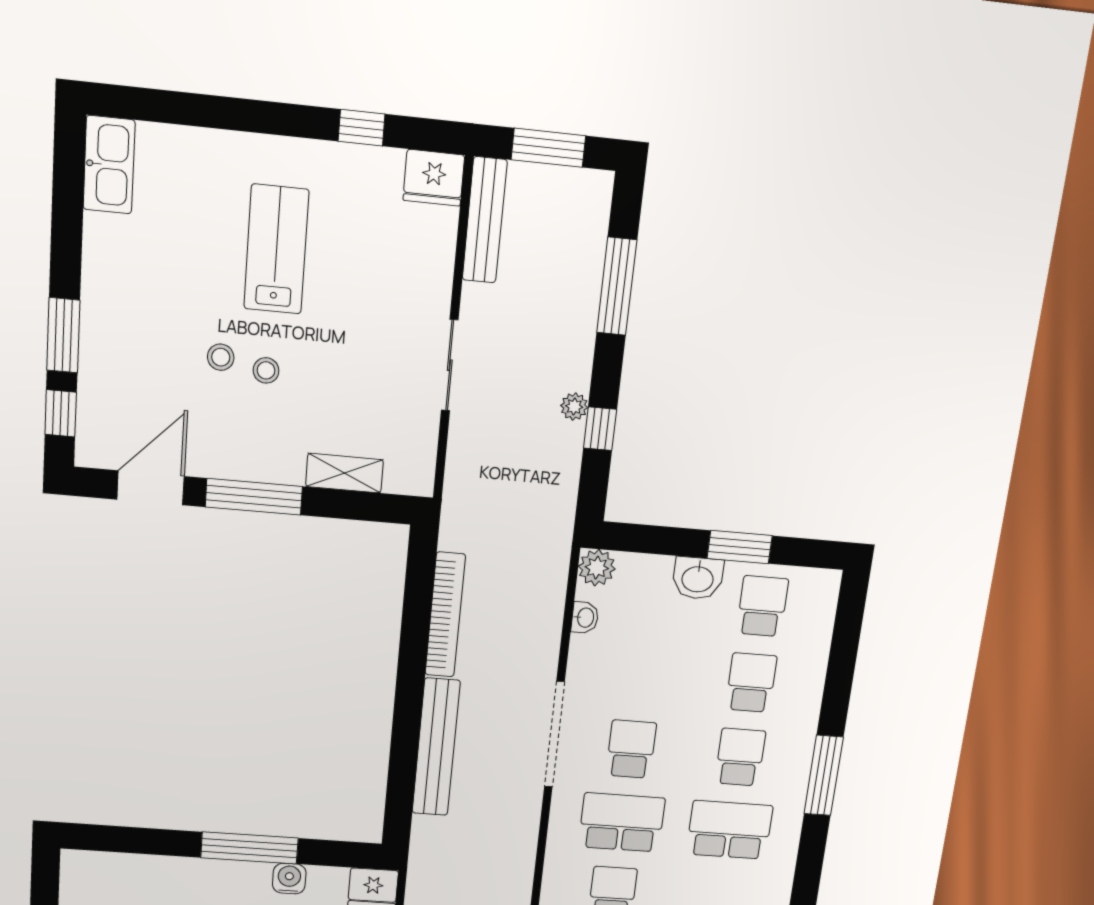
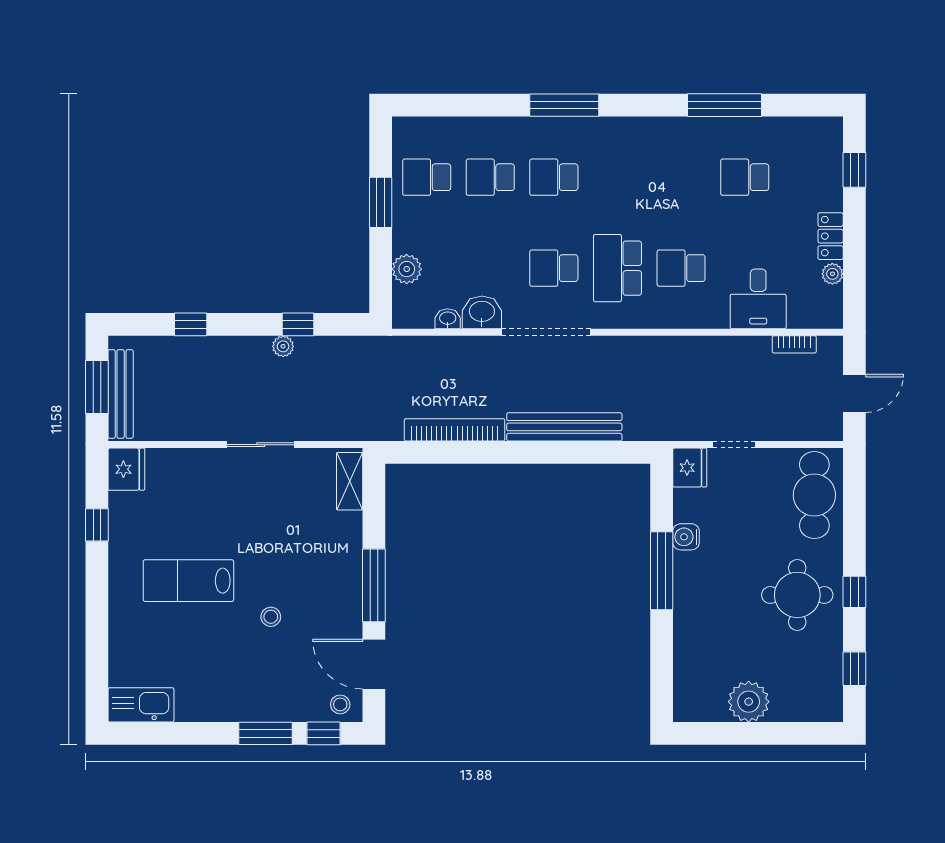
bench: (485, 220) -> (121, 394), moved, turned 90
window: (617, 286) -> (191, 324), width x0.46
stool: (266, 370) -> (340, 704), moved
shelving: (344, 473) -> (350, 481), moved
plant: (597, 568) -> (407, 269), moved
washbasin: (698, 578) -> (482, 312), moved, turned -90
school desk: (729, 830) -> (617, 177), removed

